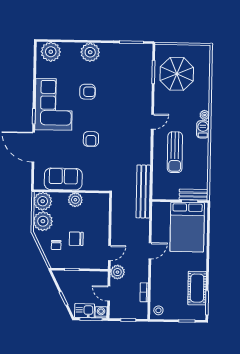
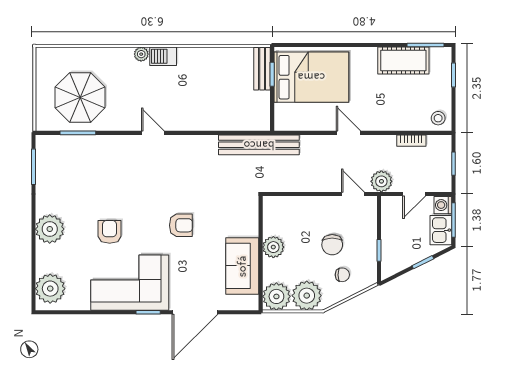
sun lounger: (175, 152) -> (199, 98), removed

